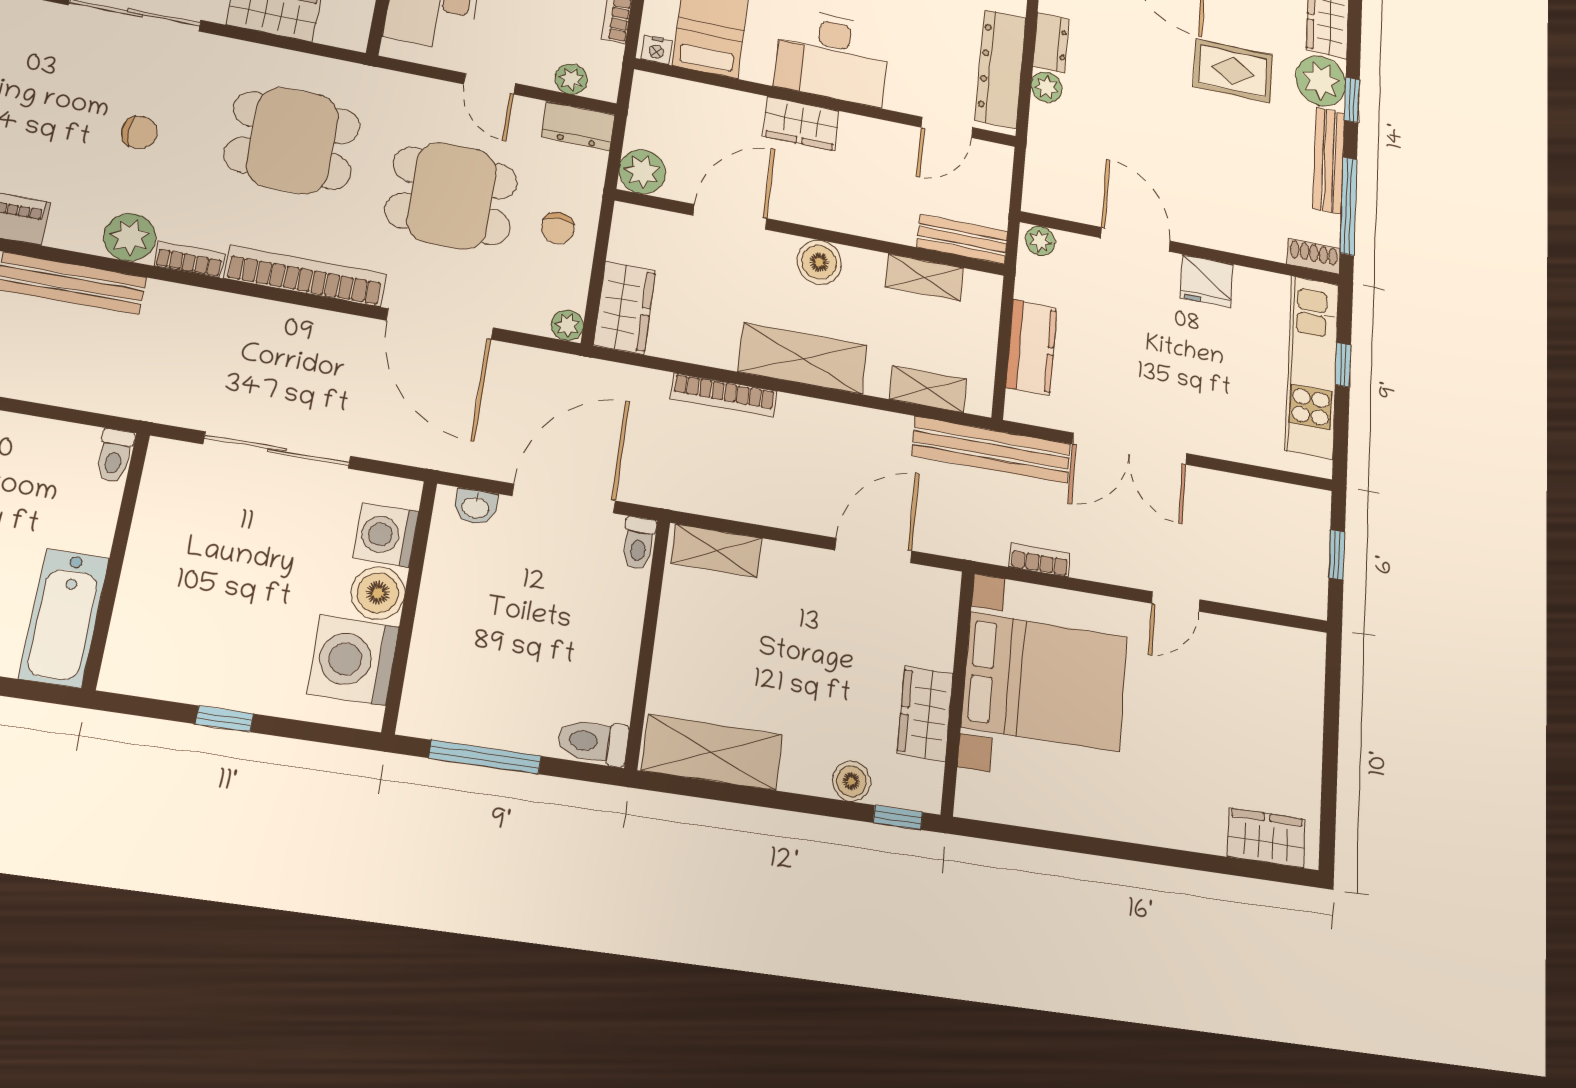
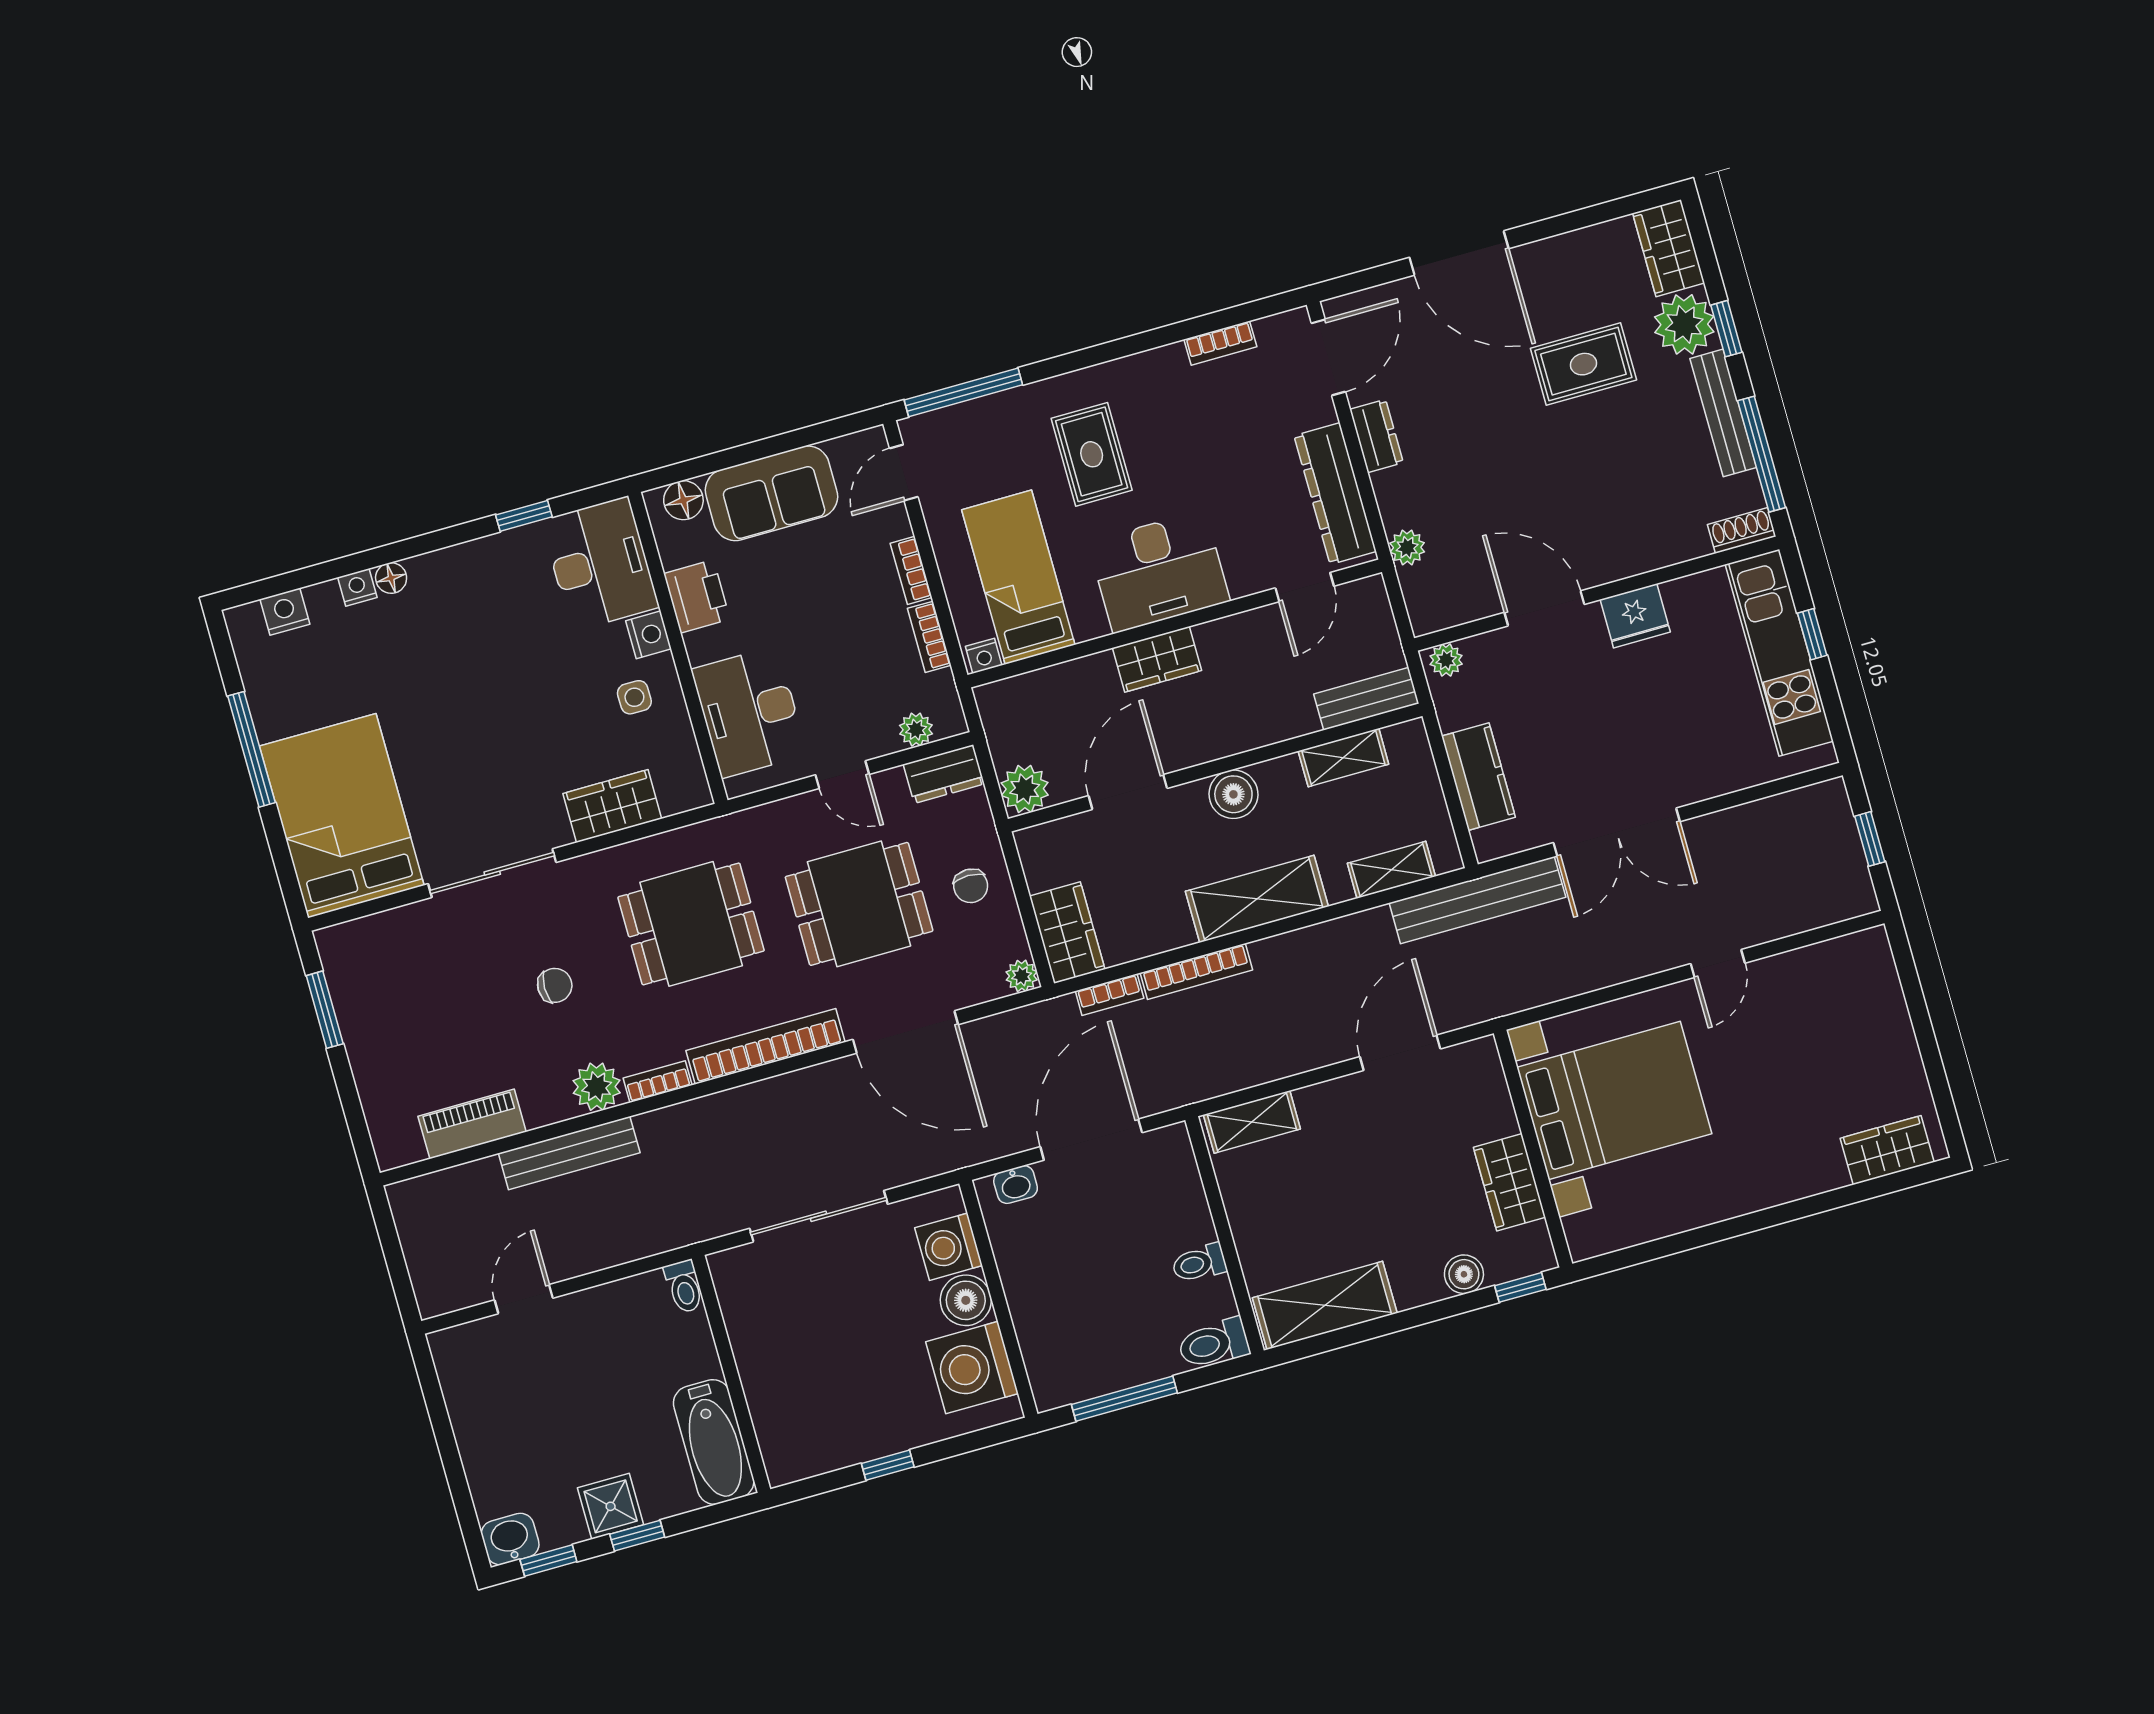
plant: (1047, 87) -> (1407, 548), moved
toilet: (639, 543) -> (1199, 1263), moved, turned 90
bookcase: (1040, 560) -> (1110, 995), moved, turned 180

